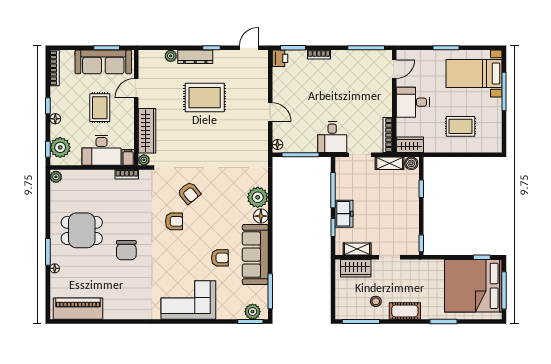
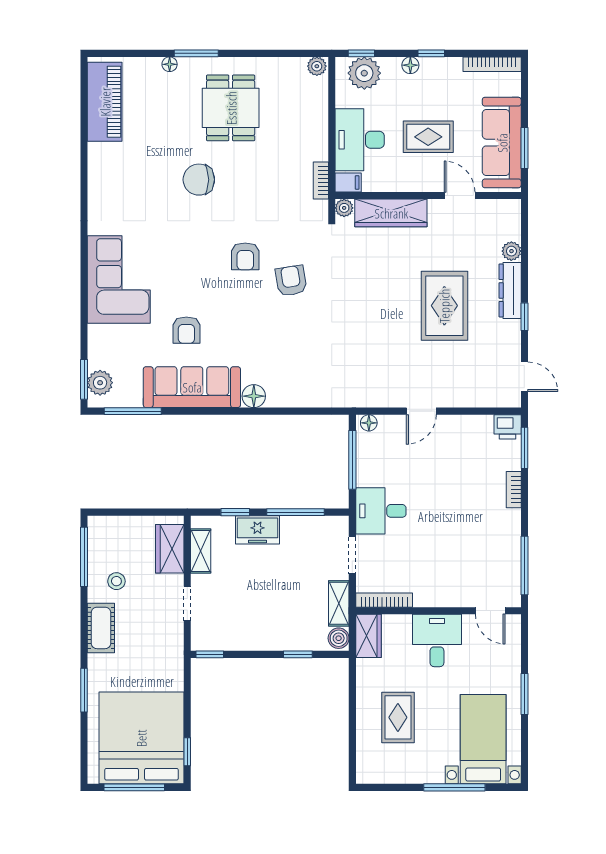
armchair: (189, 193) -> (291, 281), turned 120
plant: (258, 197) -> (284, 391), removed

